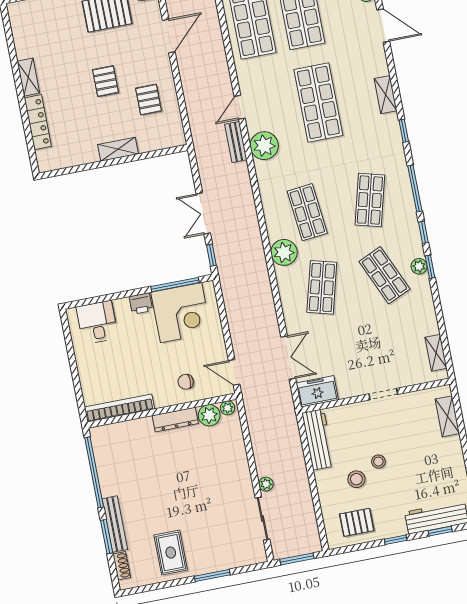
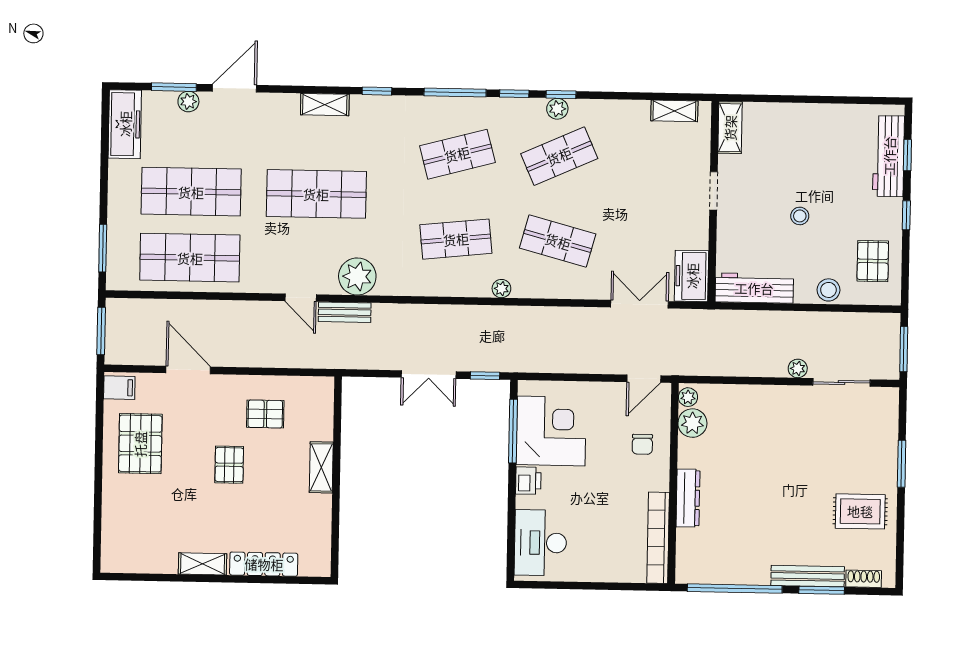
pallet: (105, 81) -> (229, 465), turned 90
shop shelf: (370, 200) -> (457, 154), turned -30
plant: (284, 252) -> (501, 289), width x0.53, depth x0.53
desk: (97, 322) -> (540, 543), width x1.37
shelving: (447, 416) -> (730, 128), moved, turned 90
dresser: (175, 420) -> (688, 498), moved
stool: (356, 479) -> (828, 290), moved

